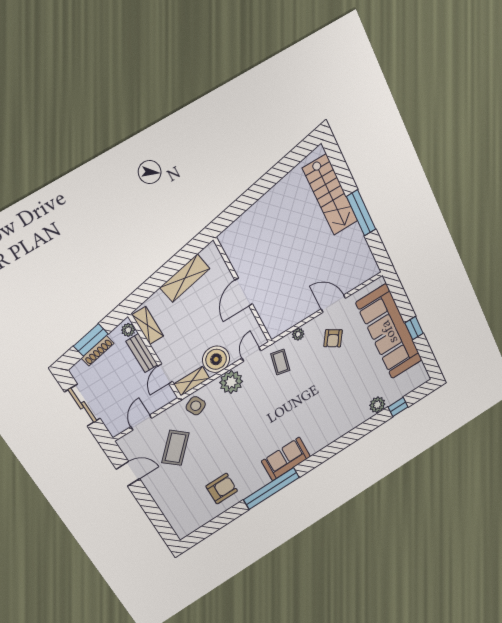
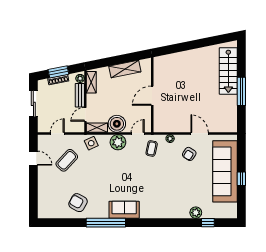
armchair: (222, 489) -> (78, 203), turned -151

